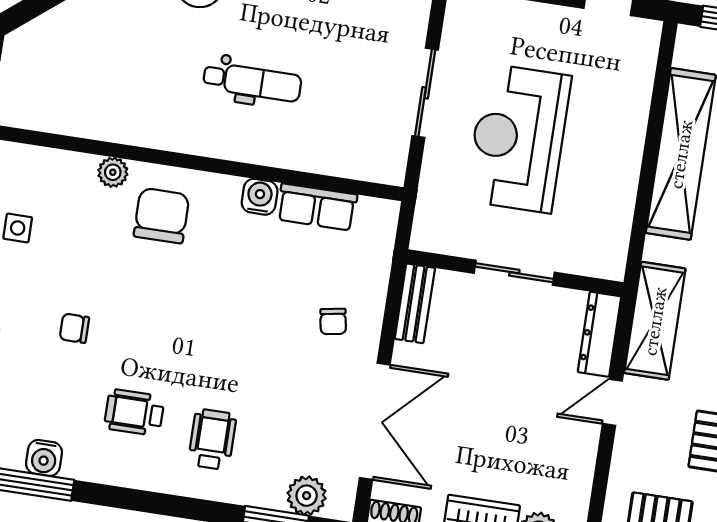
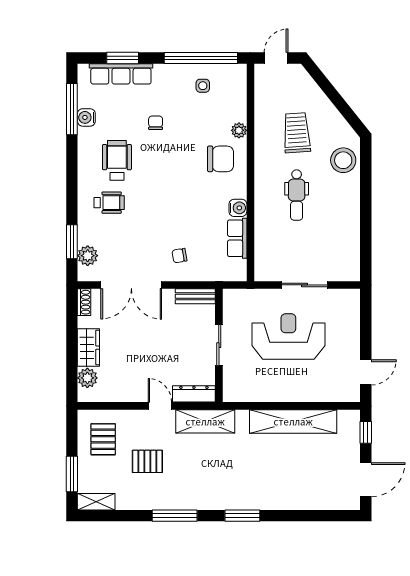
trolley: (134, 64) -> (297, 133), added
wheelchair: (134, 412) -> (117, 160), width x1.36, depth x1.37

